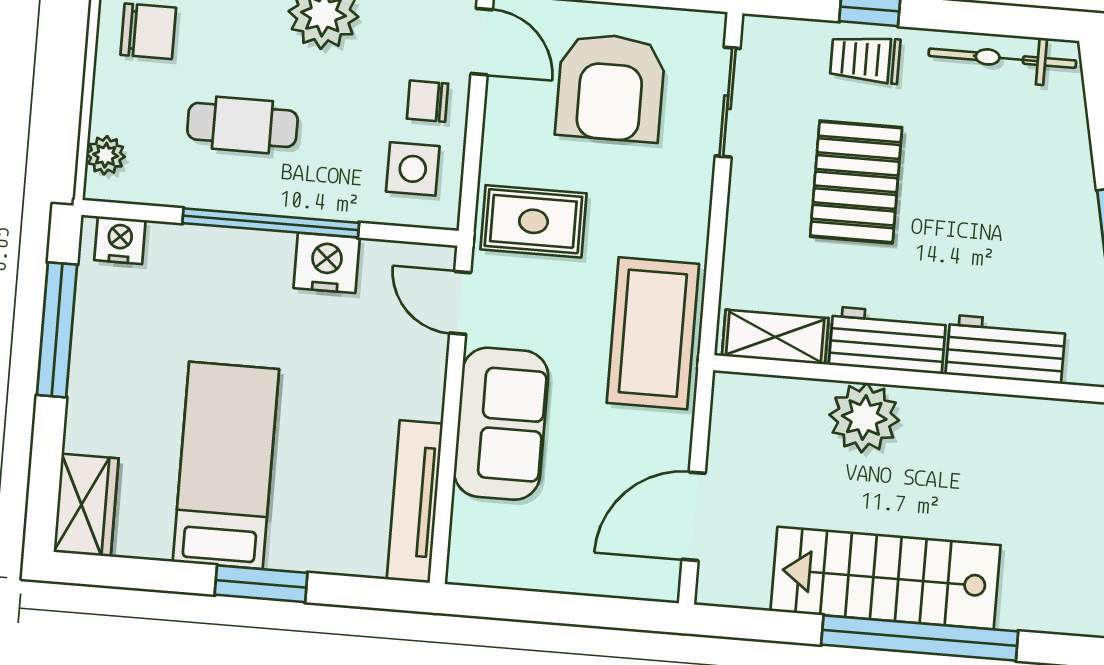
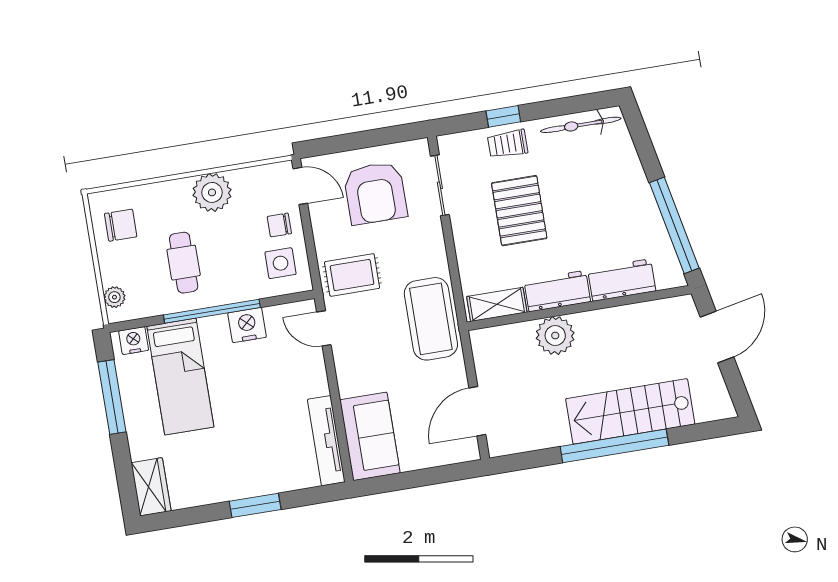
cafe table: (242, 125) -> (184, 263), turned 90
sofa: (501, 424) -> (370, 436), moved
bed: (226, 465) -> (180, 377), moved, turned 180
stairs: (886, 578) -> (630, 411), moved

